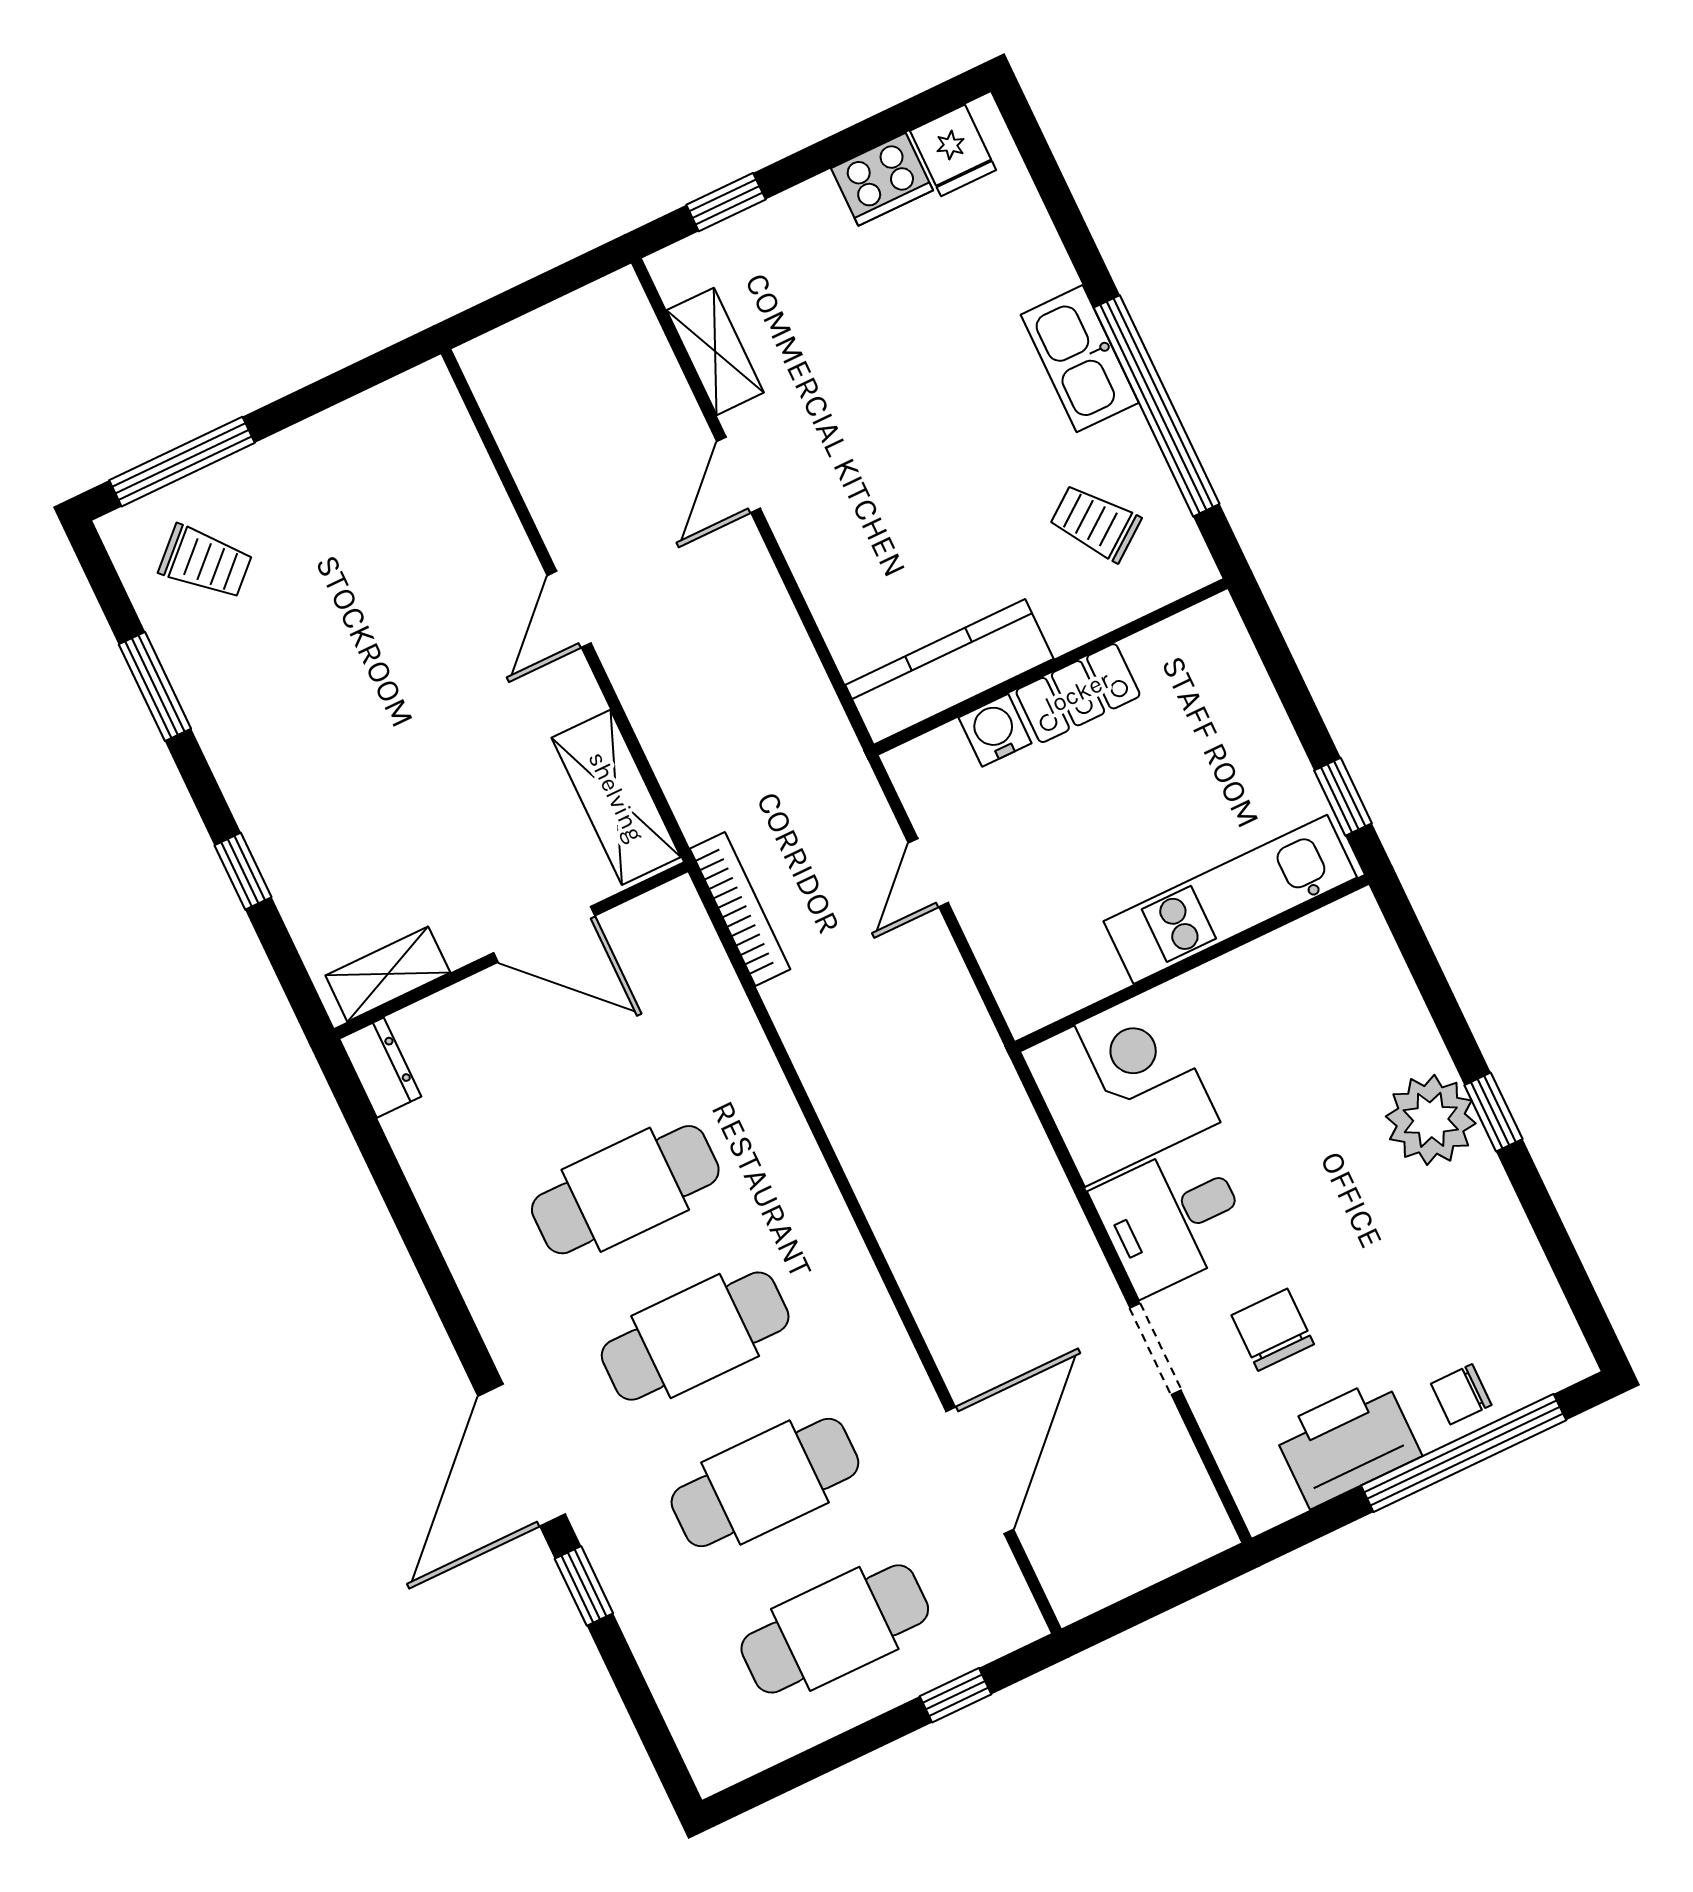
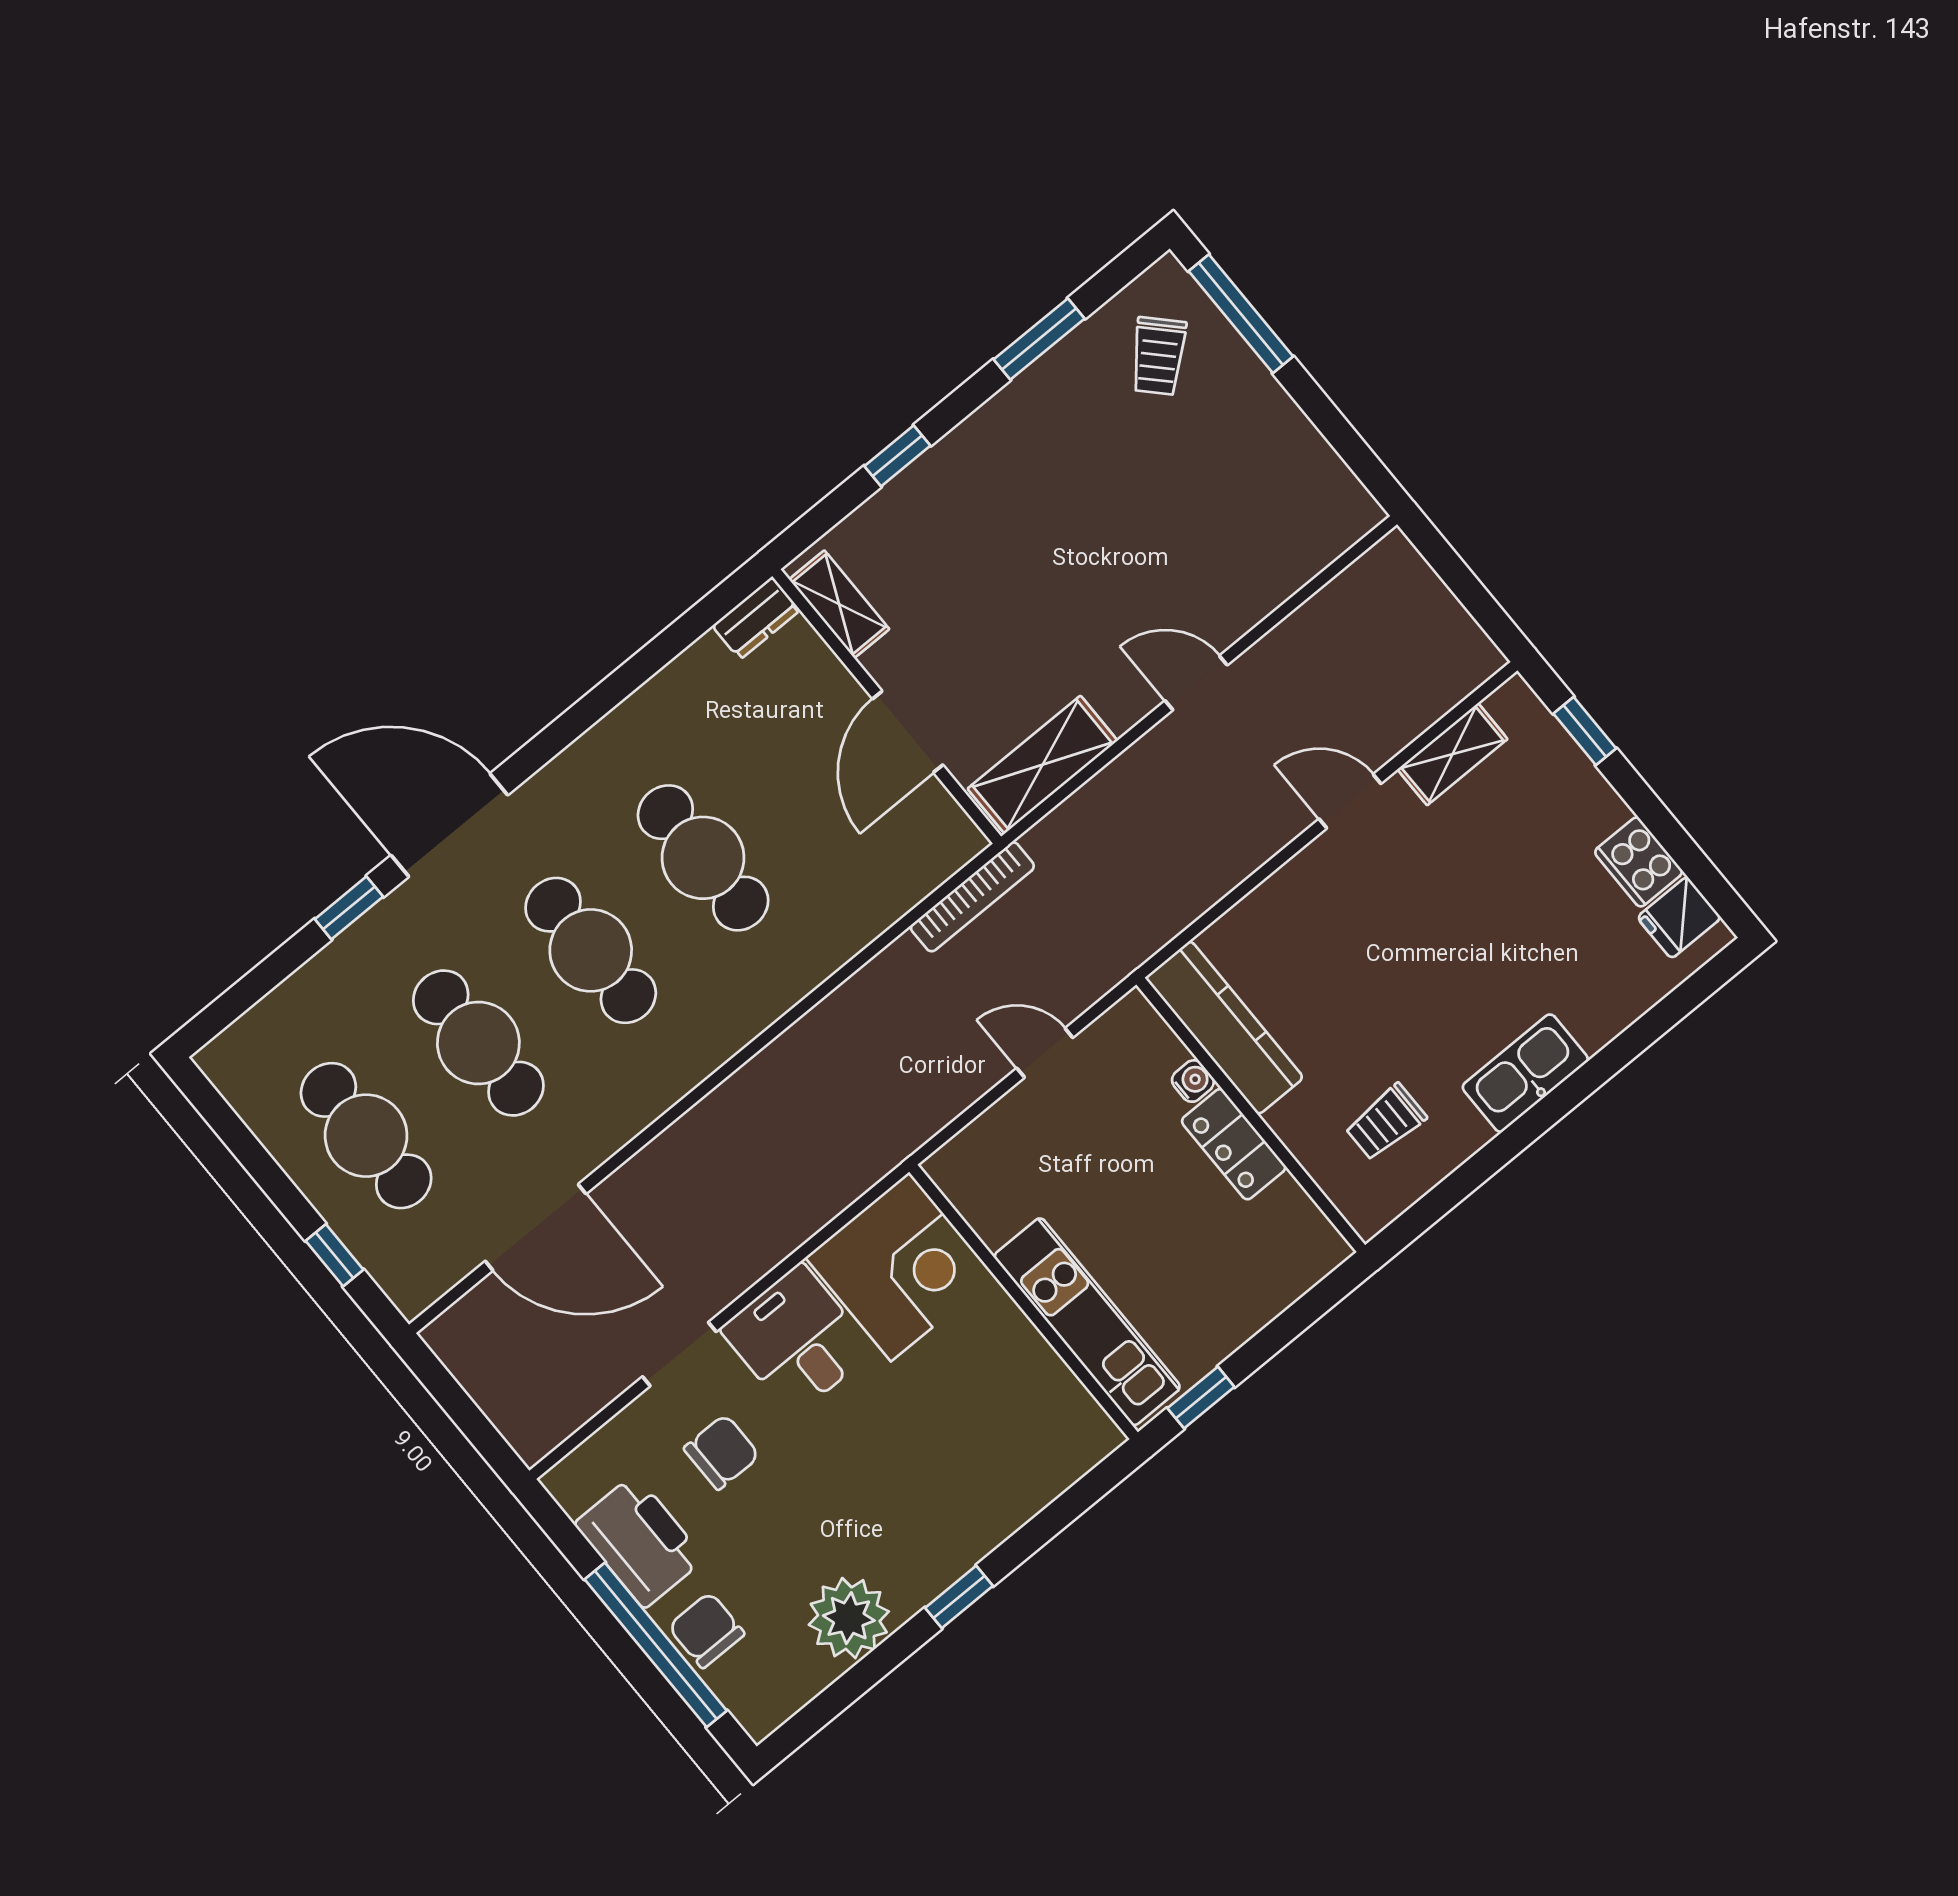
window: (1157, 406) -> (1501, 1150), removed
trolley: (1095, 523) -> (1386, 1122), turned -143
water cooler: (995, 730) -> (1193, 1081), width x0.72, depth x0.72
plant: (1431, 1120) -> (849, 1618), moved
chair: (1461, 1394) -> (706, 1630), width x1.37, depth x1.37

